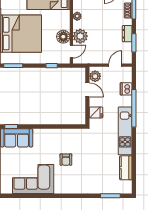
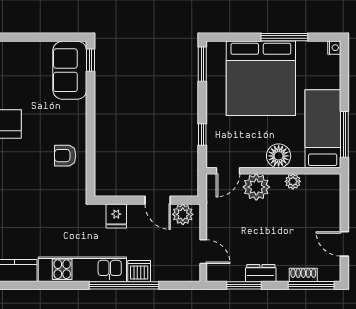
floor lamp: (63, 37) -> (279, 156), moved
door: (71, 52) -> (228, 171), hinge flipped
dishwasher: (126, 89) -> (139, 271), moved
door: (87, 90) -> (158, 200), hinge flipped
armchair: (66, 160) -> (65, 156), moved

